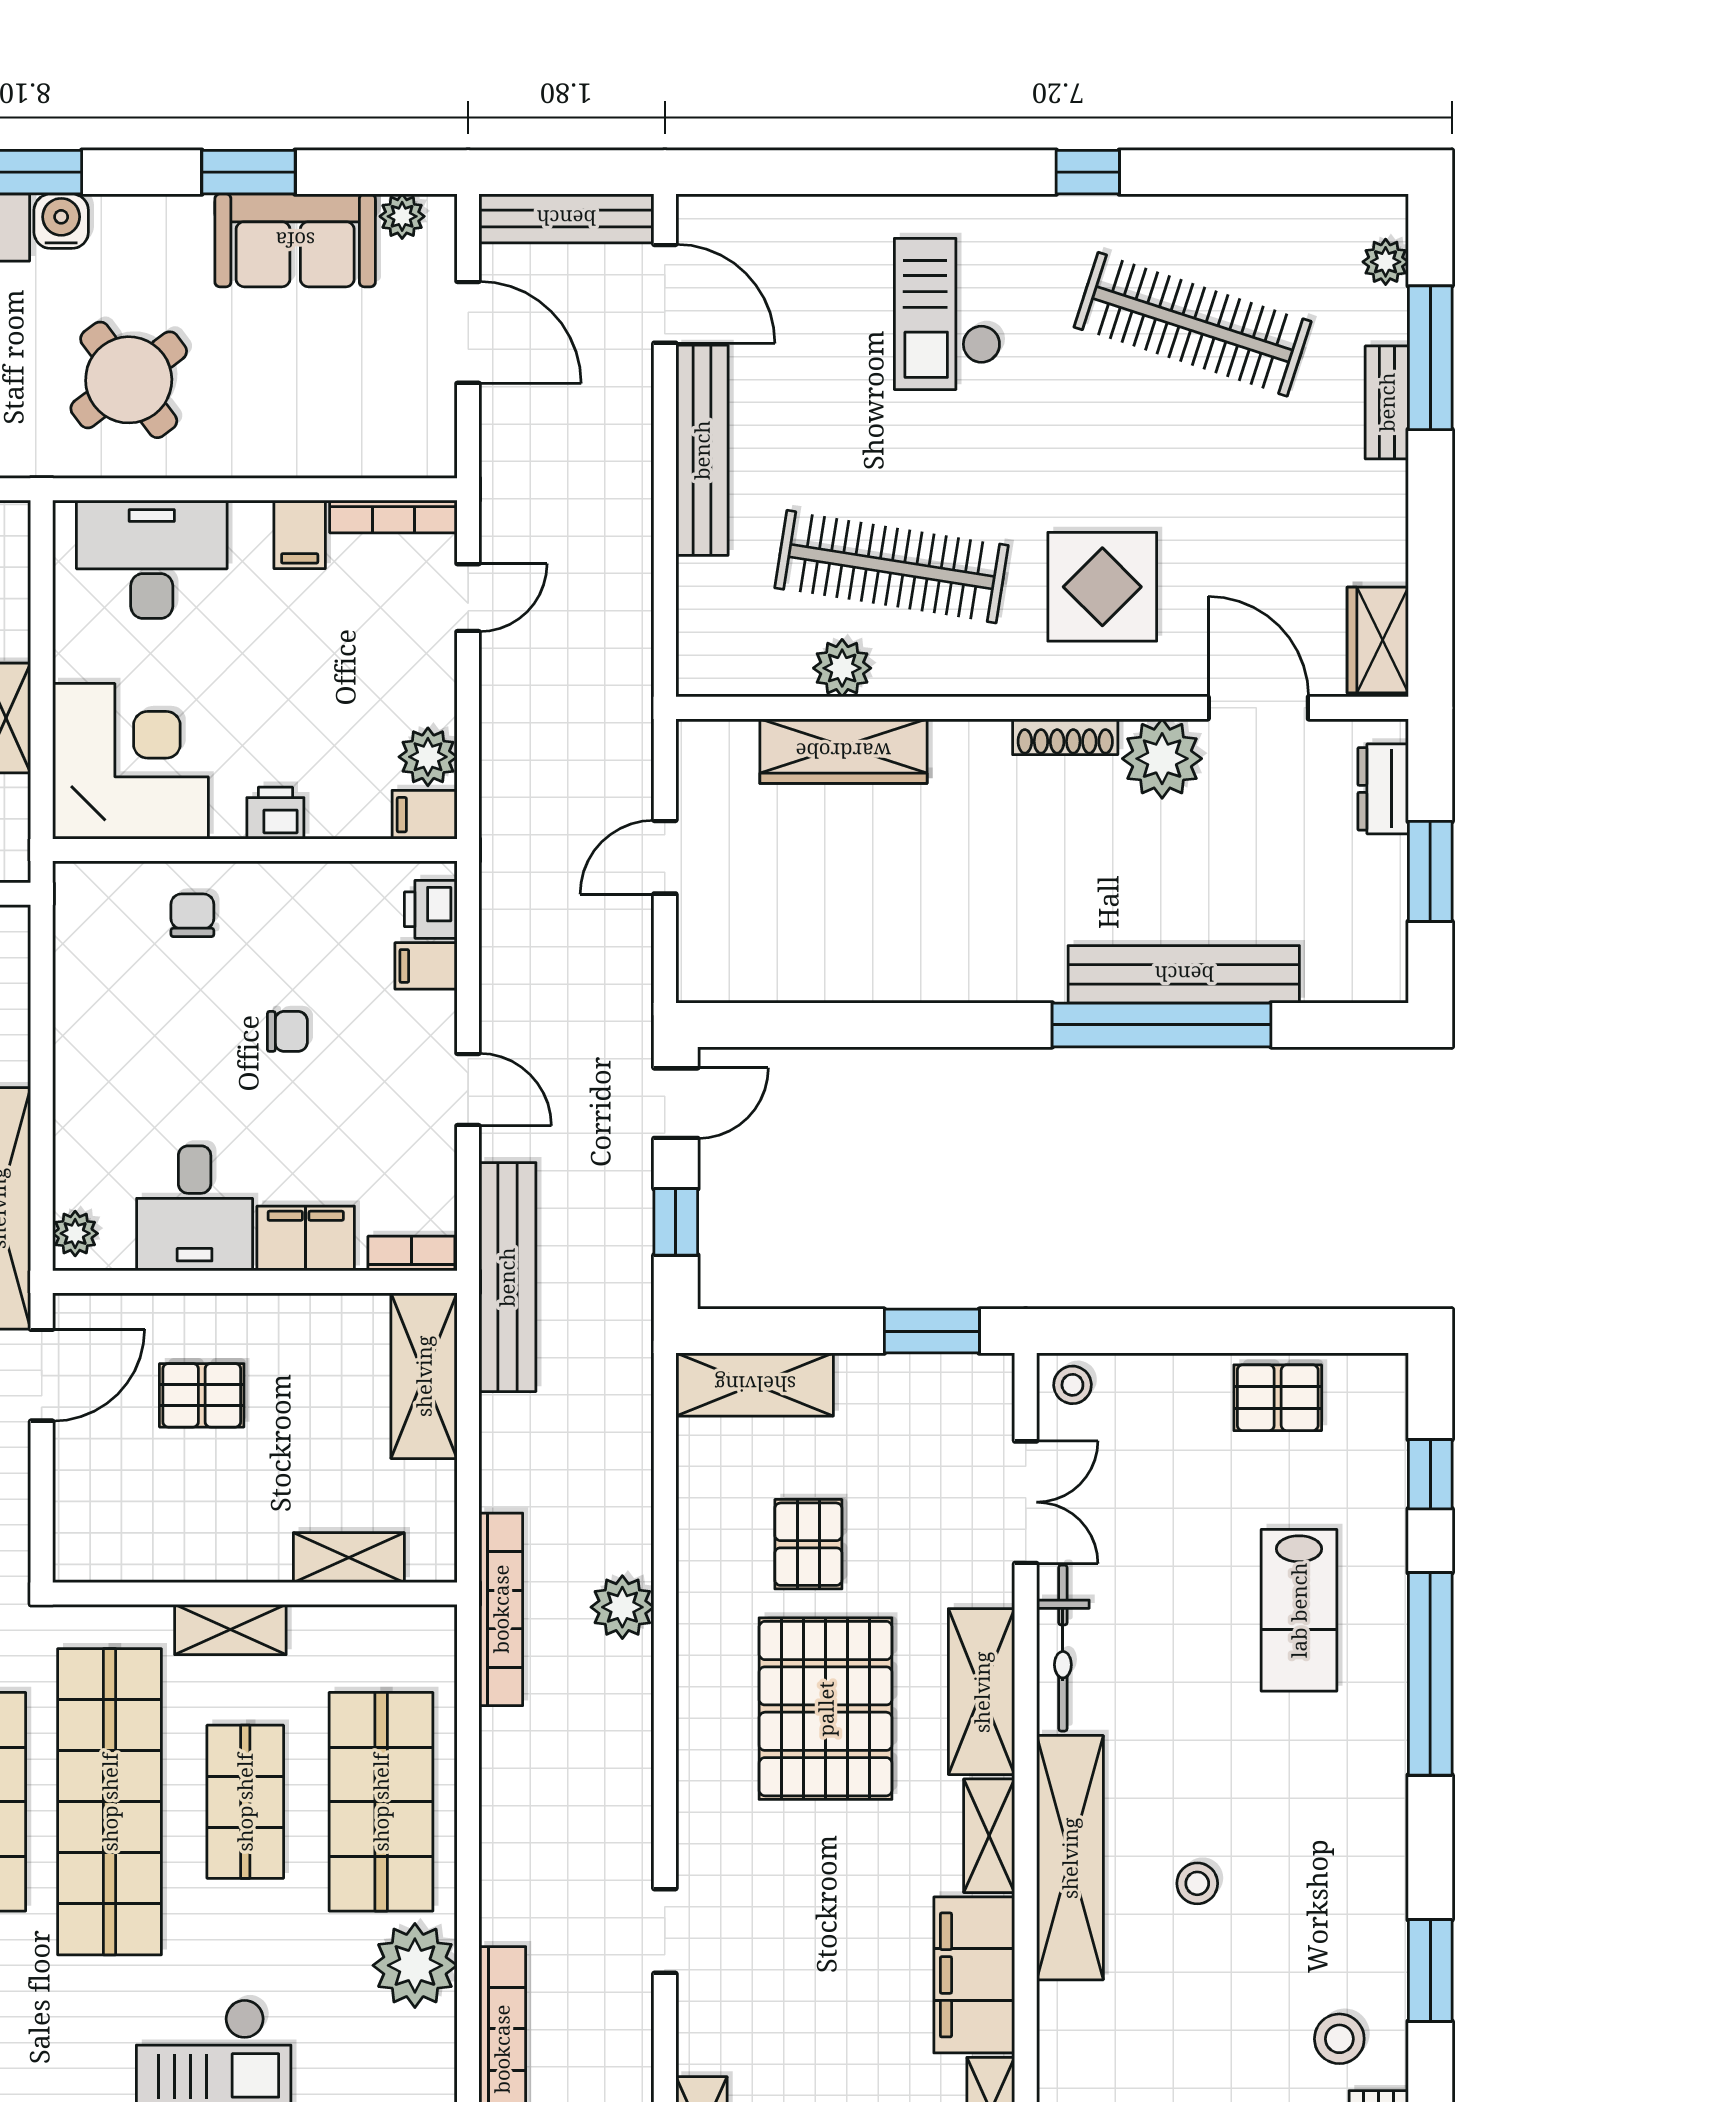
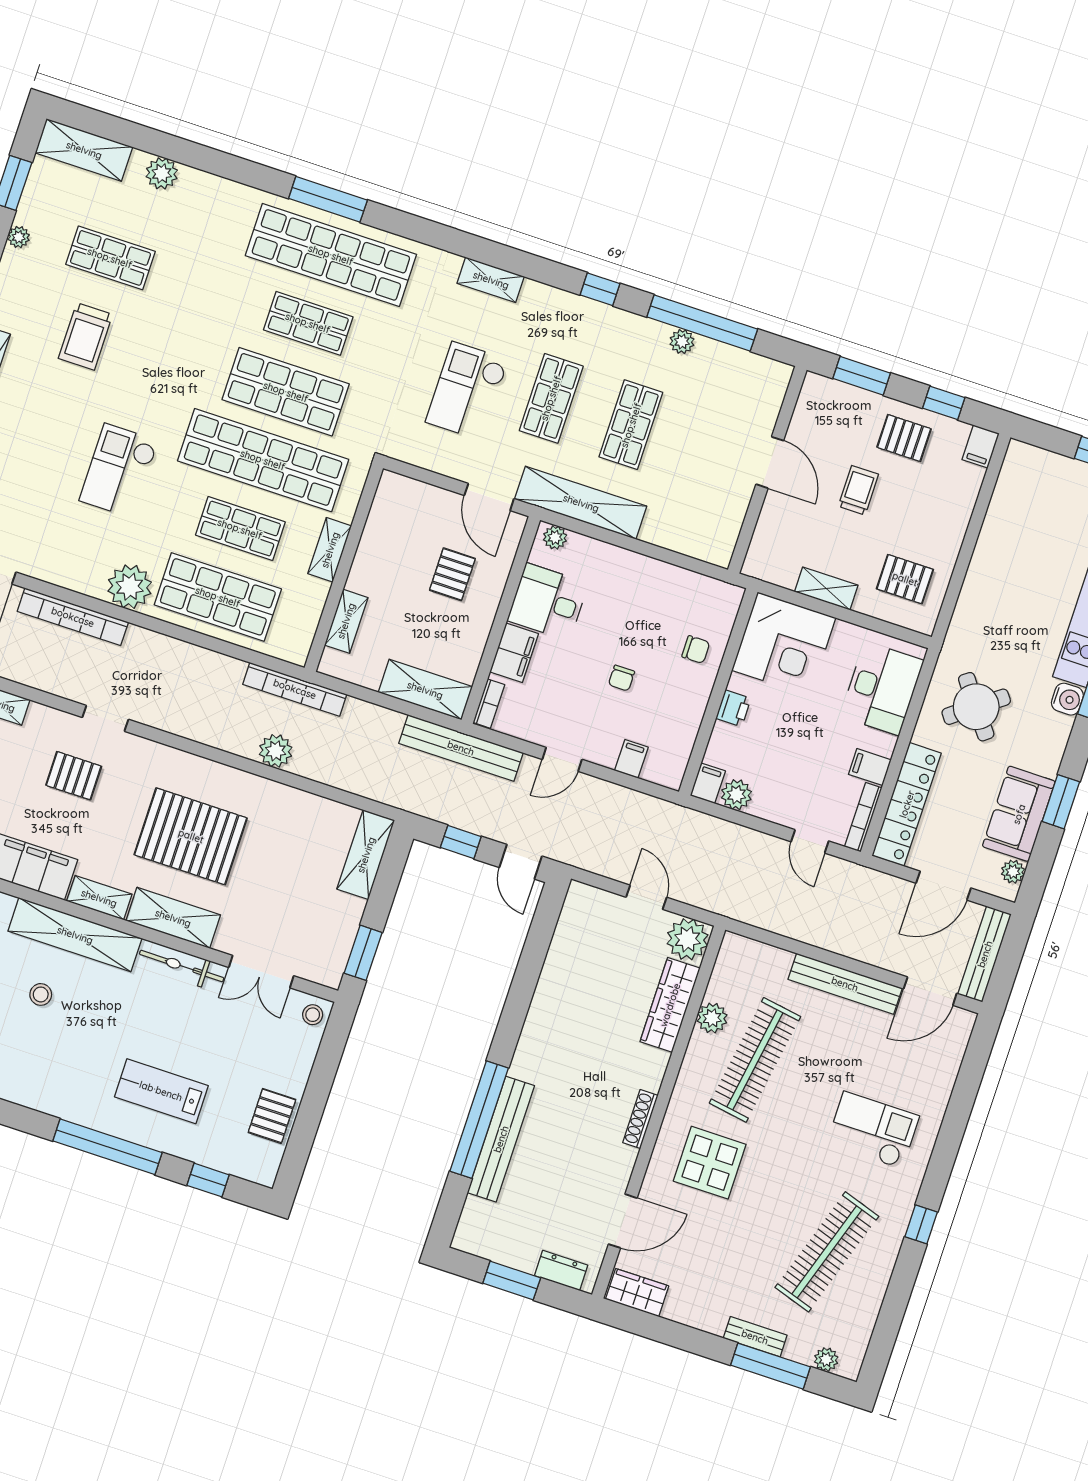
locker: (345, 446) -> (907, 804), added
plant: (1162, 759) -> (688, 939), moved
printer: (431, 909) -> (659, 771), removed
pallet: (808, 1544) -> (74, 776), moved

